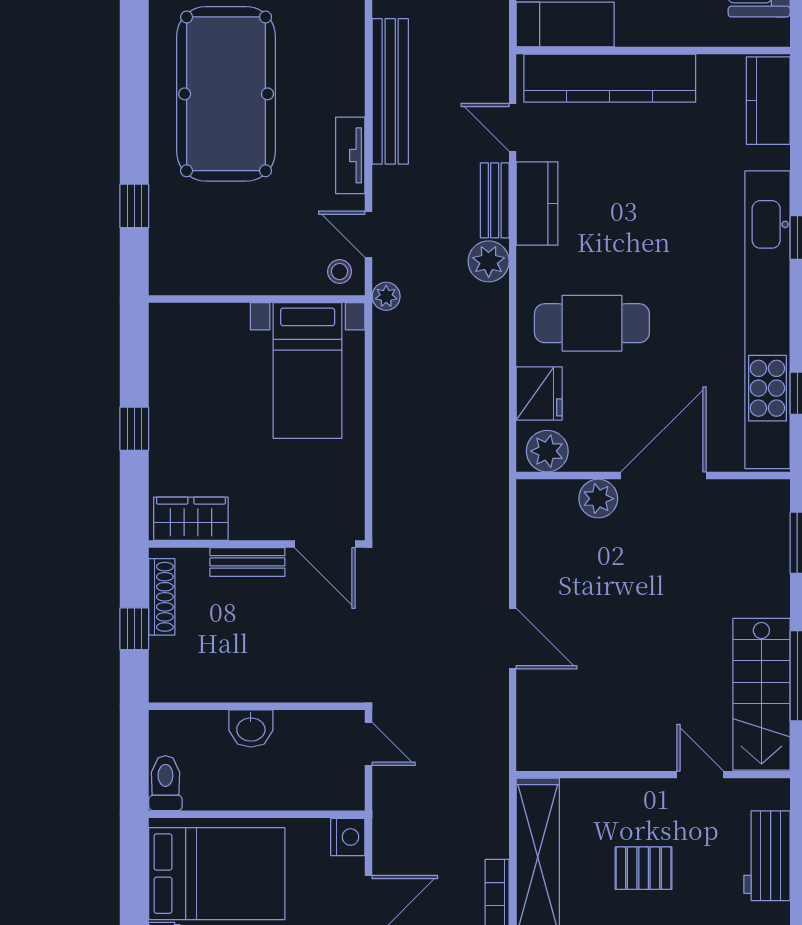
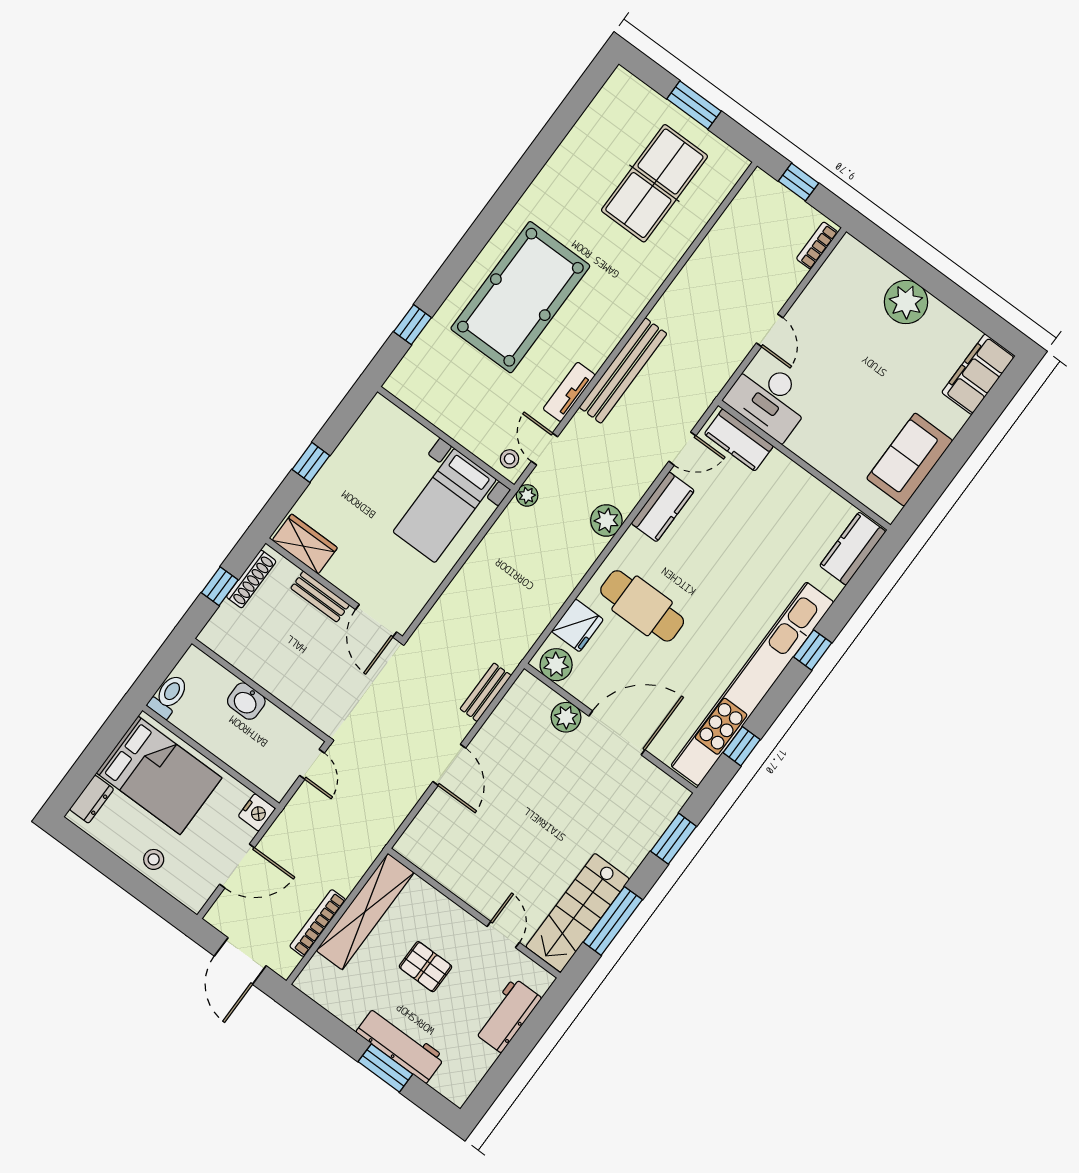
kitchen counter: (610, 78) -> (739, 440), width x0.48, depth x0.86
door: (513, 127) -> (682, 449), swing flipped
bench: (495, 200) -> (486, 692), moved

